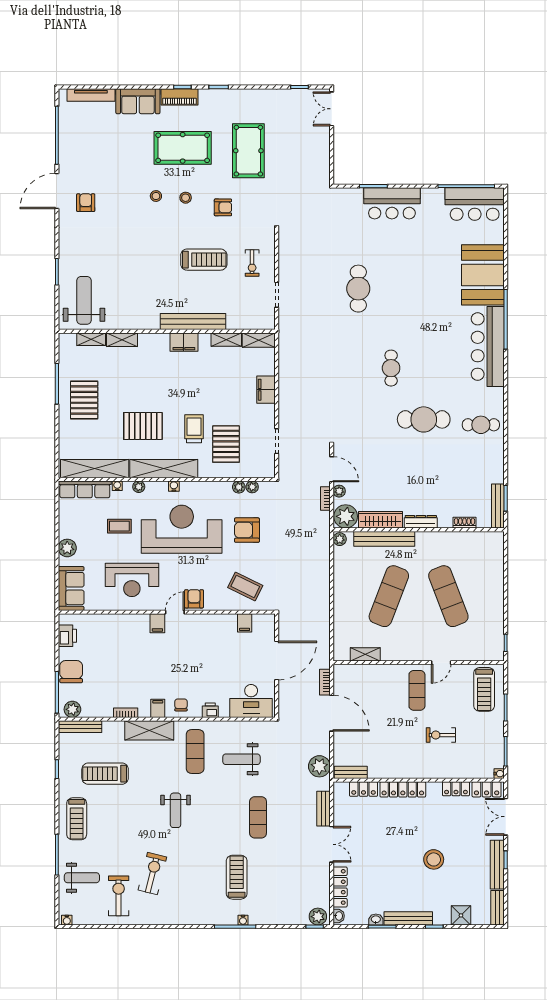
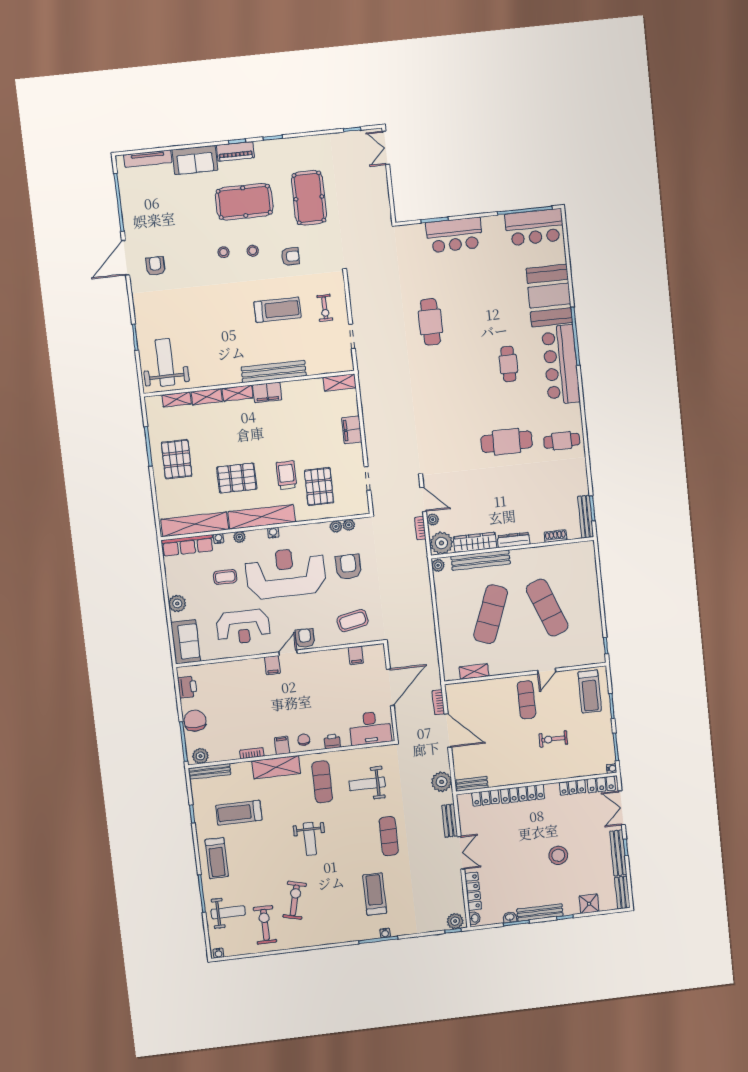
shelving: (226, 340) -> (238, 393), moved
cafe table: (391, 368) -> (508, 364), moved
armchair: (247, 530) -> (348, 567), turned 90
coffee table: (245, 586) -> (353, 621), turned -37

